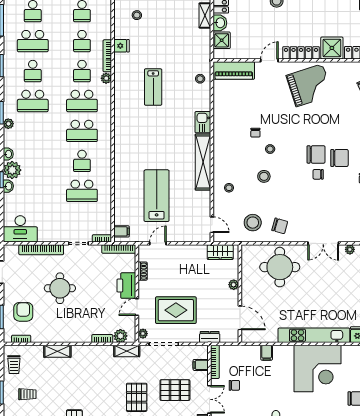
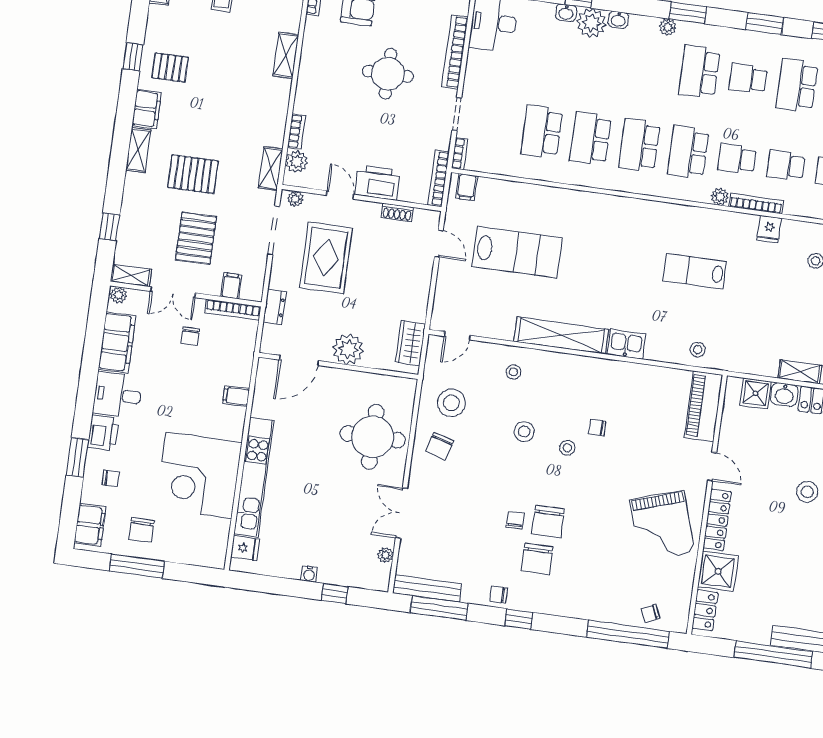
school desk: (82, 161) -> (591, 138), width x1.85
plant: (234, 285) -> (348, 349), width x1.87, depth x1.87

